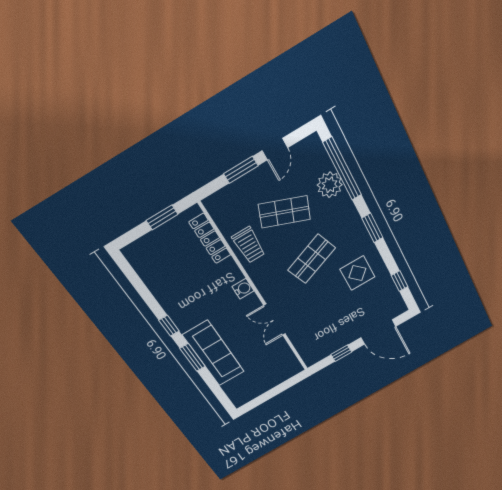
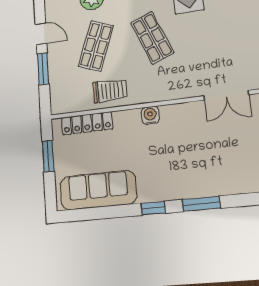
double door: (275, 320) -> (226, 95), moved
sofa: (214, 353) -> (98, 190), moved

